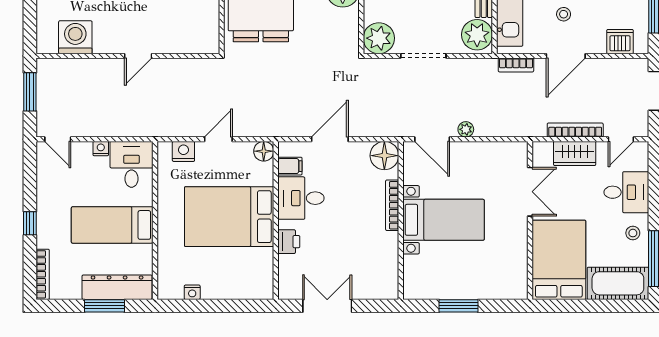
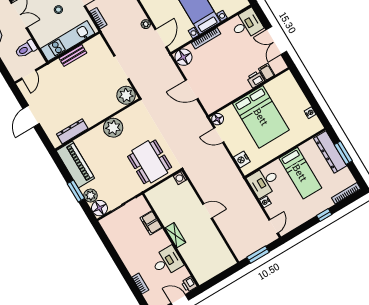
plant: (477, 35) -> (95, 47), removed
washing machine: (75, 37) -> (180, 178), moved, width x0.53, depth x0.53
door: (218, 139) -> (219, 135), moved
filing cabinet: (290, 166) -> (267, 72), moved
desk: (301, 198) -> (246, 24), moved, turned -90

